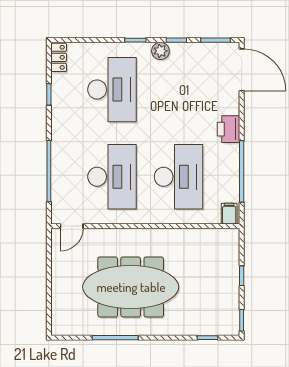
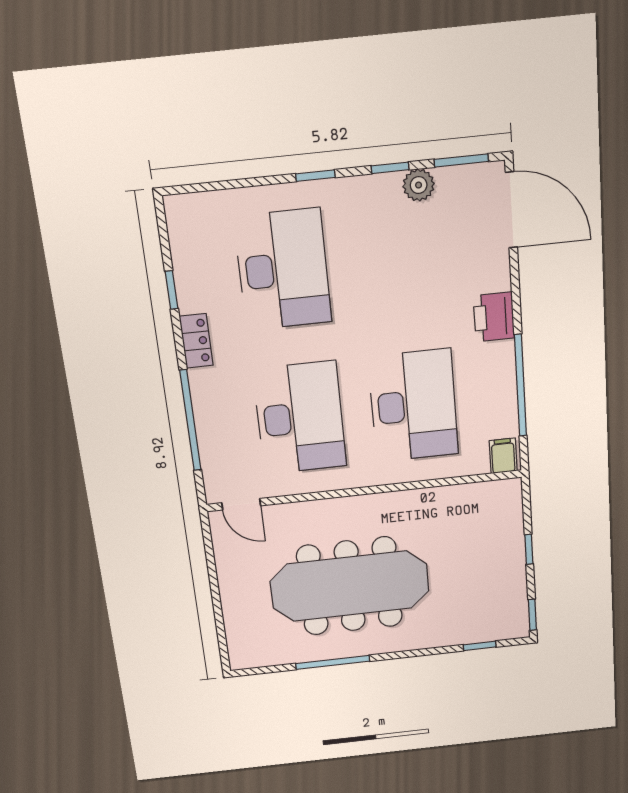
plant: (160, 51) -> (419, 185), moved
locker: (59, 57) -> (196, 341), moved
door: (72, 226) -> (241, 504), hinge flipped

